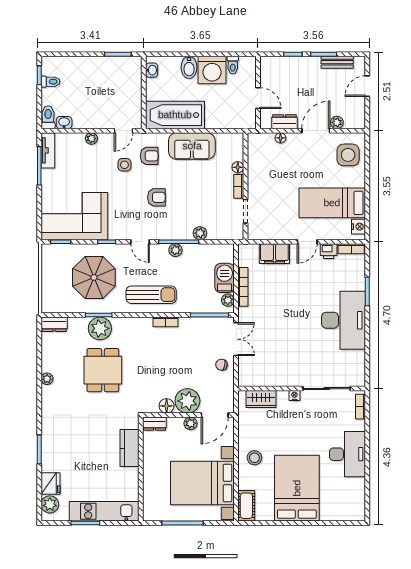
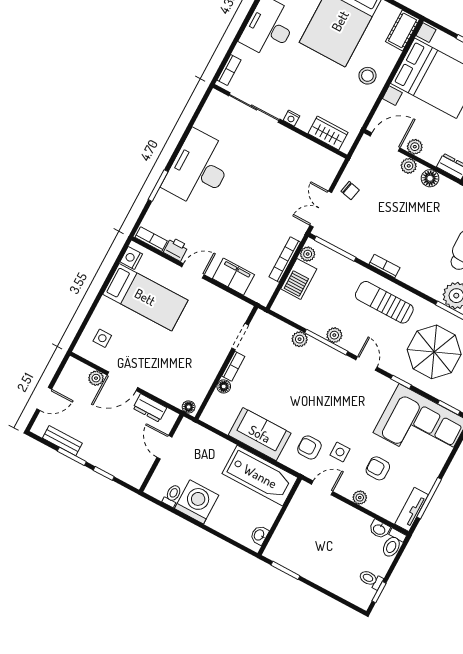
bidet: (189, 67) -> (219, 517), removed
floor lamp: (280, 138) -> (189, 407), moved
side table: (348, 155) -> (102, 338), width x0.54, depth x0.54
armchair: (156, 197) -> (378, 468), moved
plant: (187, 401) -> (409, 166), width x0.53, depth x0.53

